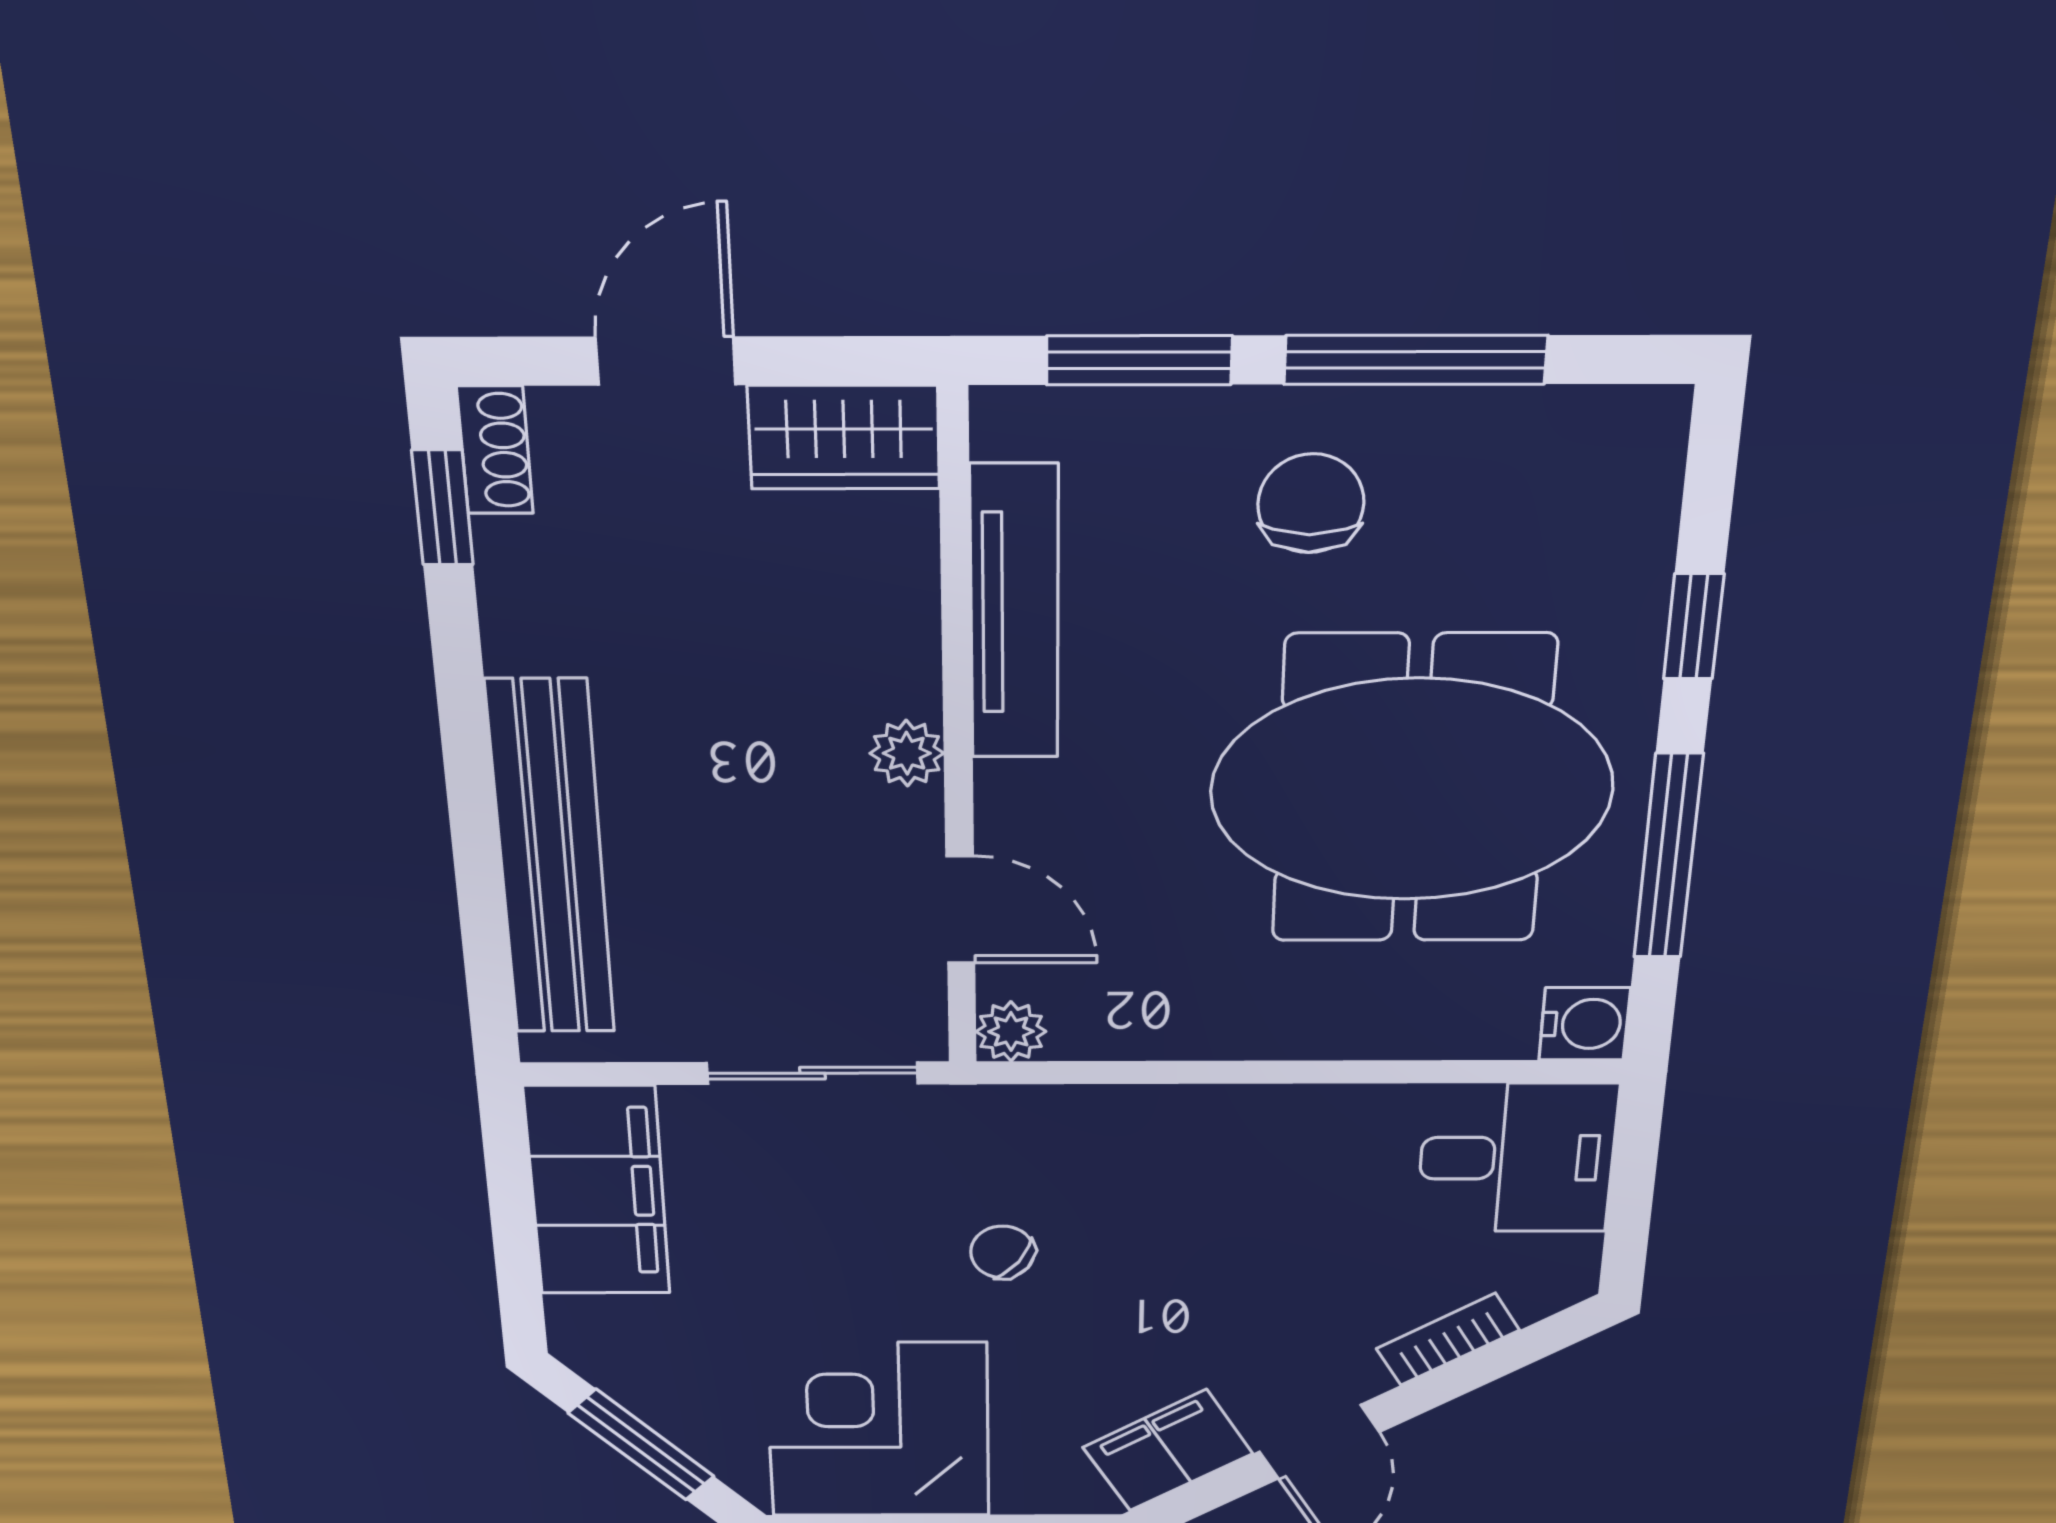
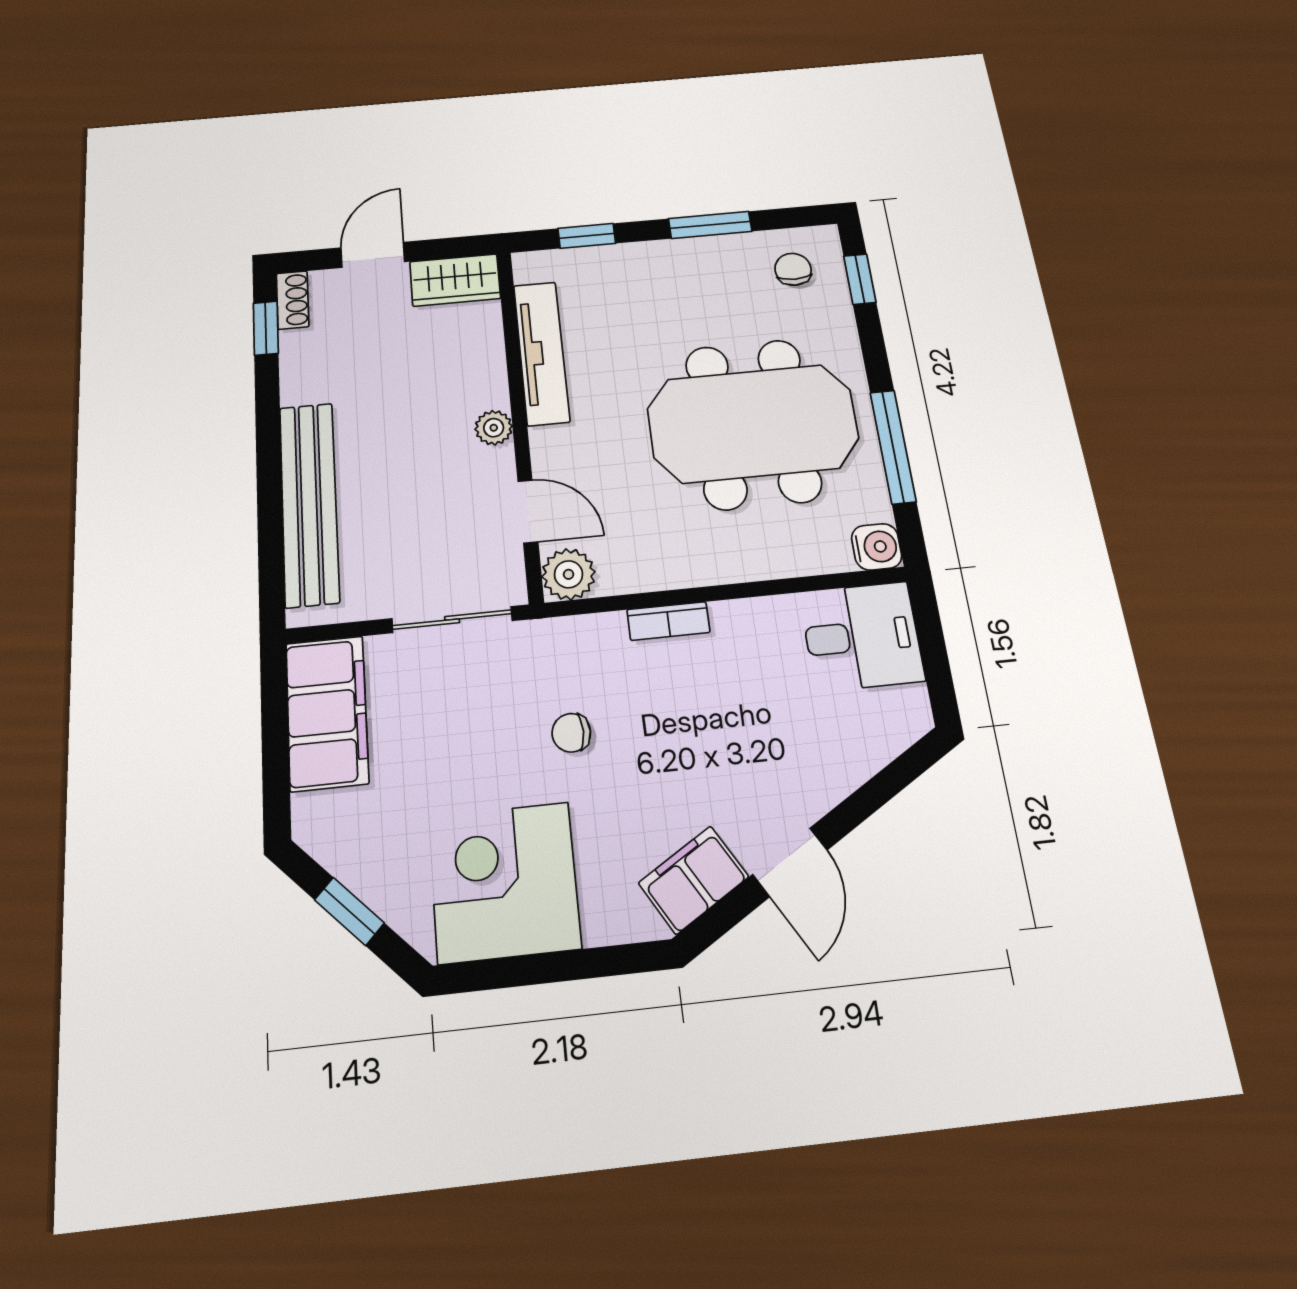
window: (1139, 360) -> (587, 236), width x0.67
window: (1416, 360) -> (710, 225), width x0.69
chair: (1311, 503) -> (793, 269), moved, width x0.73, depth x0.73
window: (1694, 627) -> (860, 279), moved
plant: (1011, 1031) -> (569, 574), width x1.38, depth x1.38
chair: (1003, 1252) -> (571, 733), turned -37
bookcase: (1448, 1339) -> (668, 621), moved, turned -149
window: (641, 1445) -> (349, 911), width x0.67

